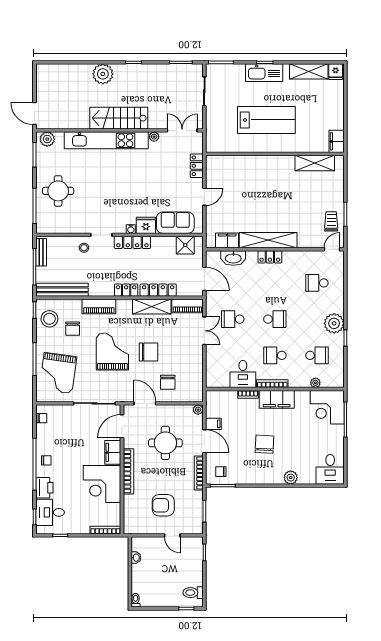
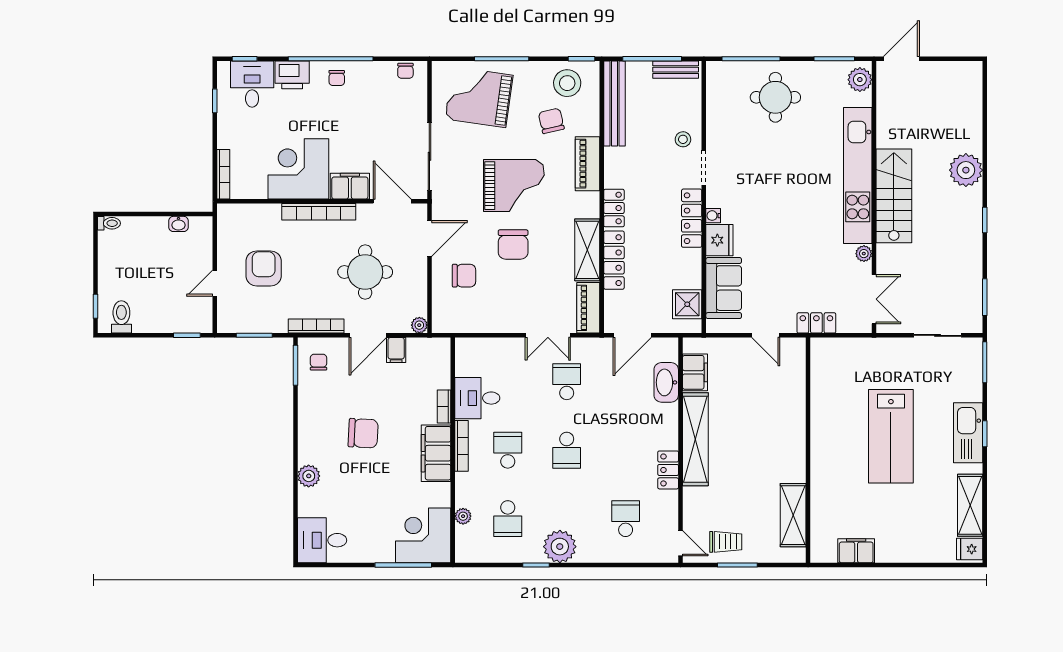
wall: (275, 154) -> (808, 450), moved
shelving: (315, 163) -> (793, 515), moved
locker: (270, 257) -> (668, 470), moved
chair: (73, 329) -> (551, 121), turned 77
chair: (168, 382) -> (464, 276), turned 180

